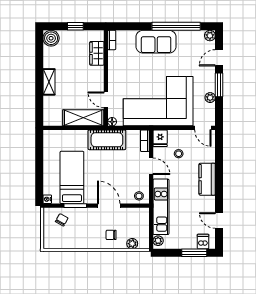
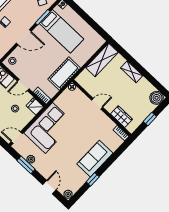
window: (176, 26) -> (93, 179), width x0.32
window: (219, 85) -> (26, 165), moved
door: (106, 100) -> (97, 104), moved
corner sofa: (158, 101) -> (49, 128), width x0.73, depth x0.74
shelving: (83, 118) -> (102, 60), moved

